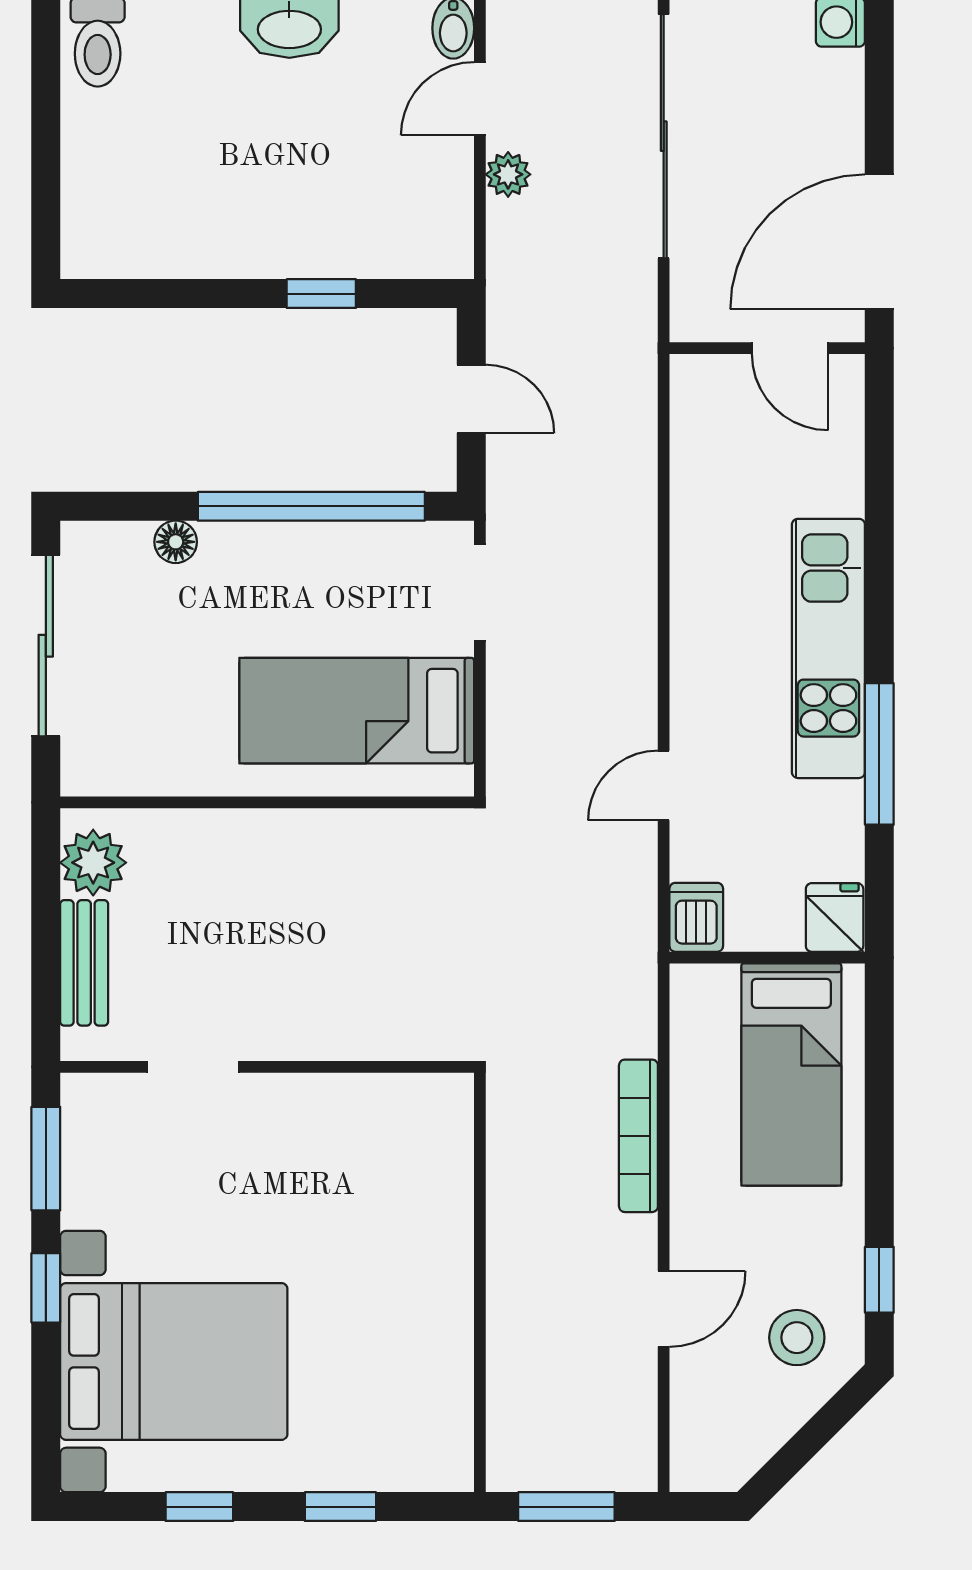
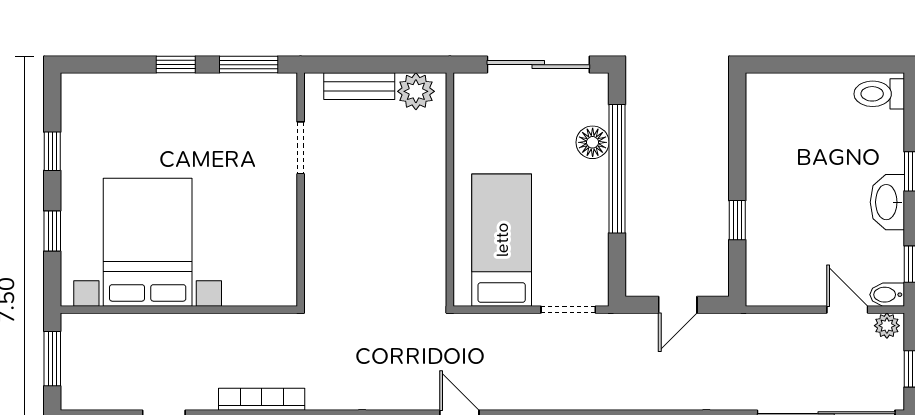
plant: (508, 174) -> (887, 326), moved
window: (311, 506) -> (617, 169), moved
floor lamp: (176, 542) -> (593, 142), width x1.37, depth x1.37
bed with nightstands: (174, 1361) -> (148, 242), moved, turned 180

